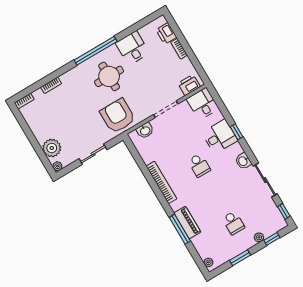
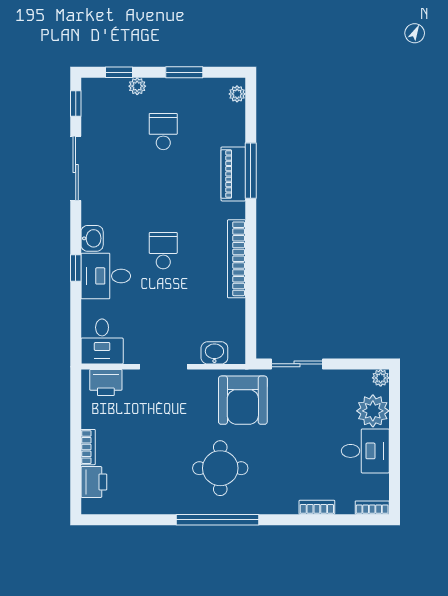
desk: (132, 48) -> (365, 451), moved, turned -90
sliding door: (93, 154) -> (297, 364), moved
washbasin: (243, 161) -> (92, 238), moved

